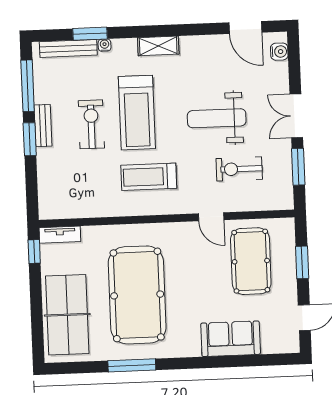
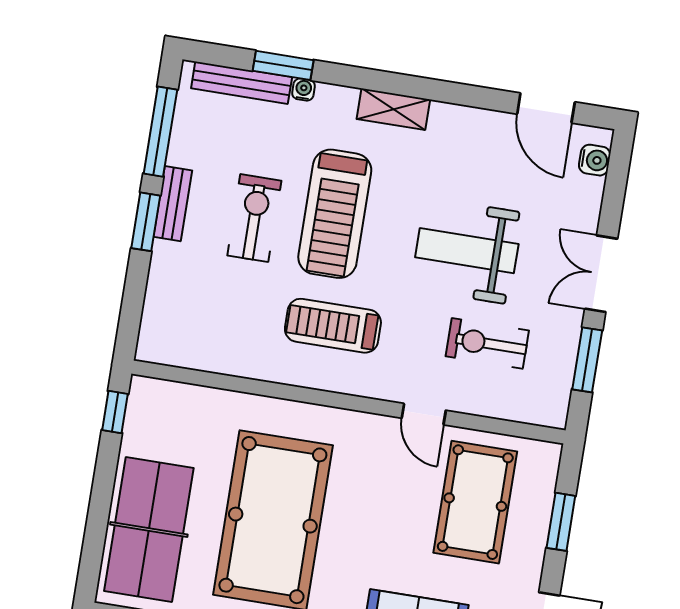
tv unit: (60, 235) -> (164, 392), removed

